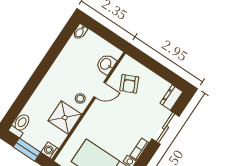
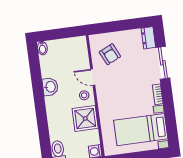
washbasin: (106, 64) -> (50, 87), moved, turned 180
door: (100, 90) -> (93, 77), swing flipped

